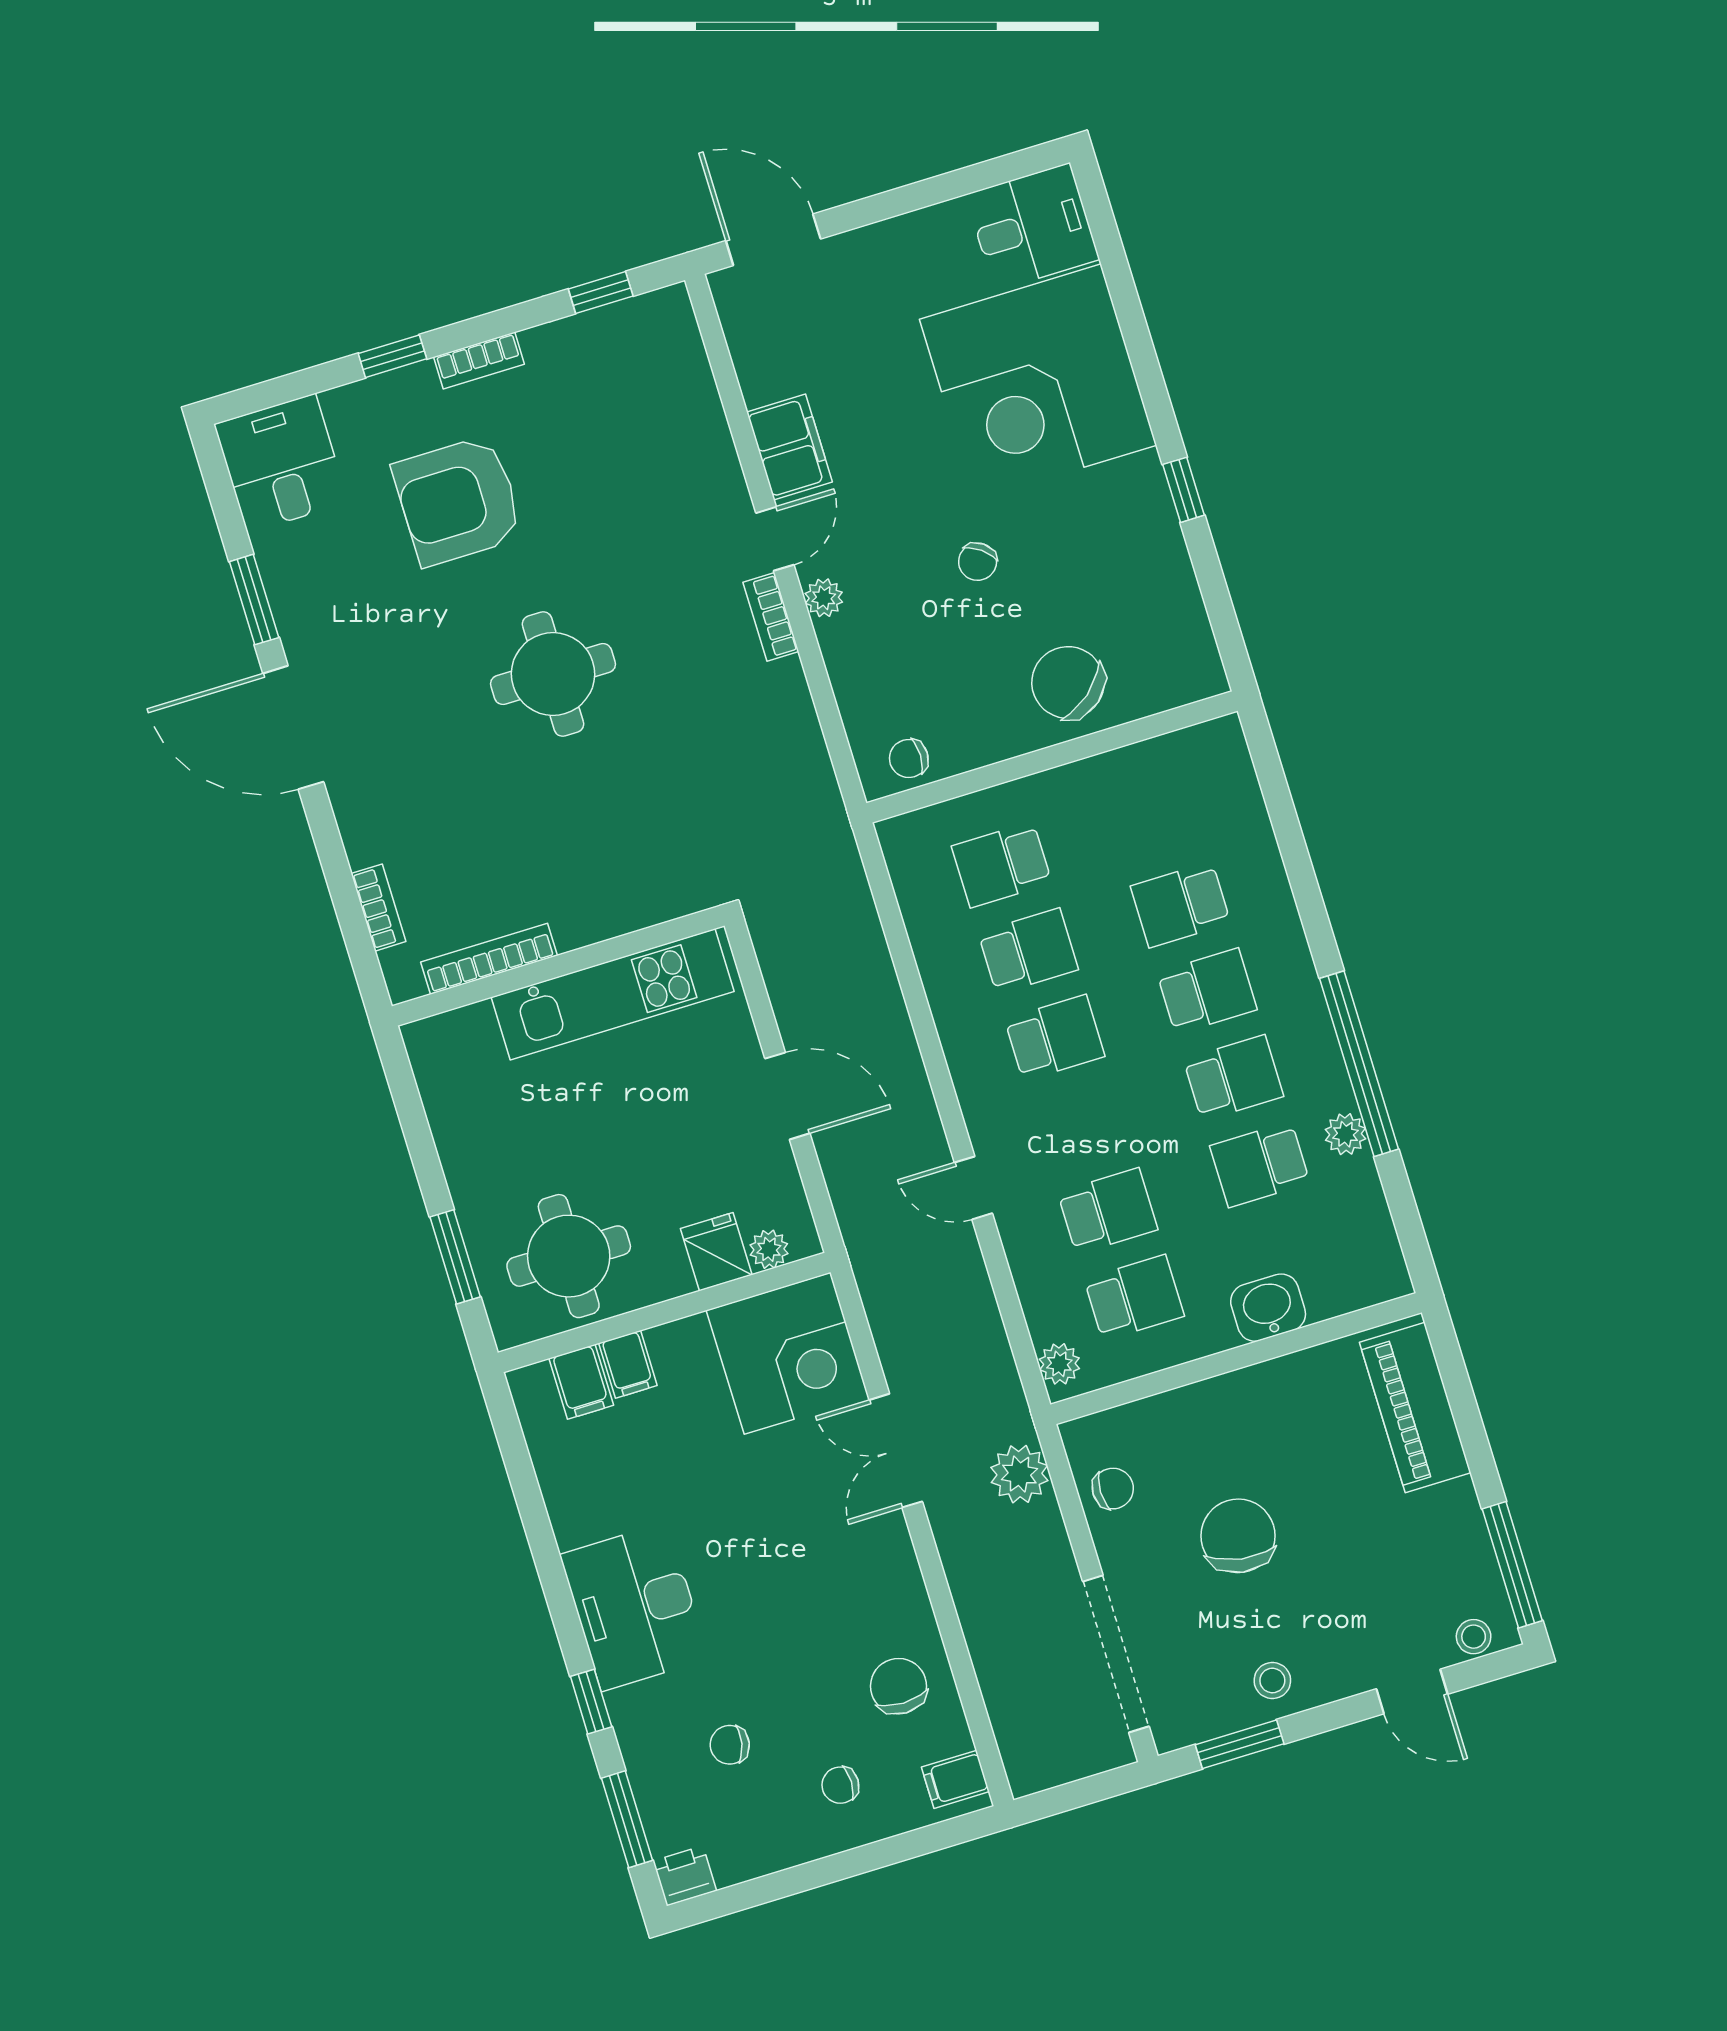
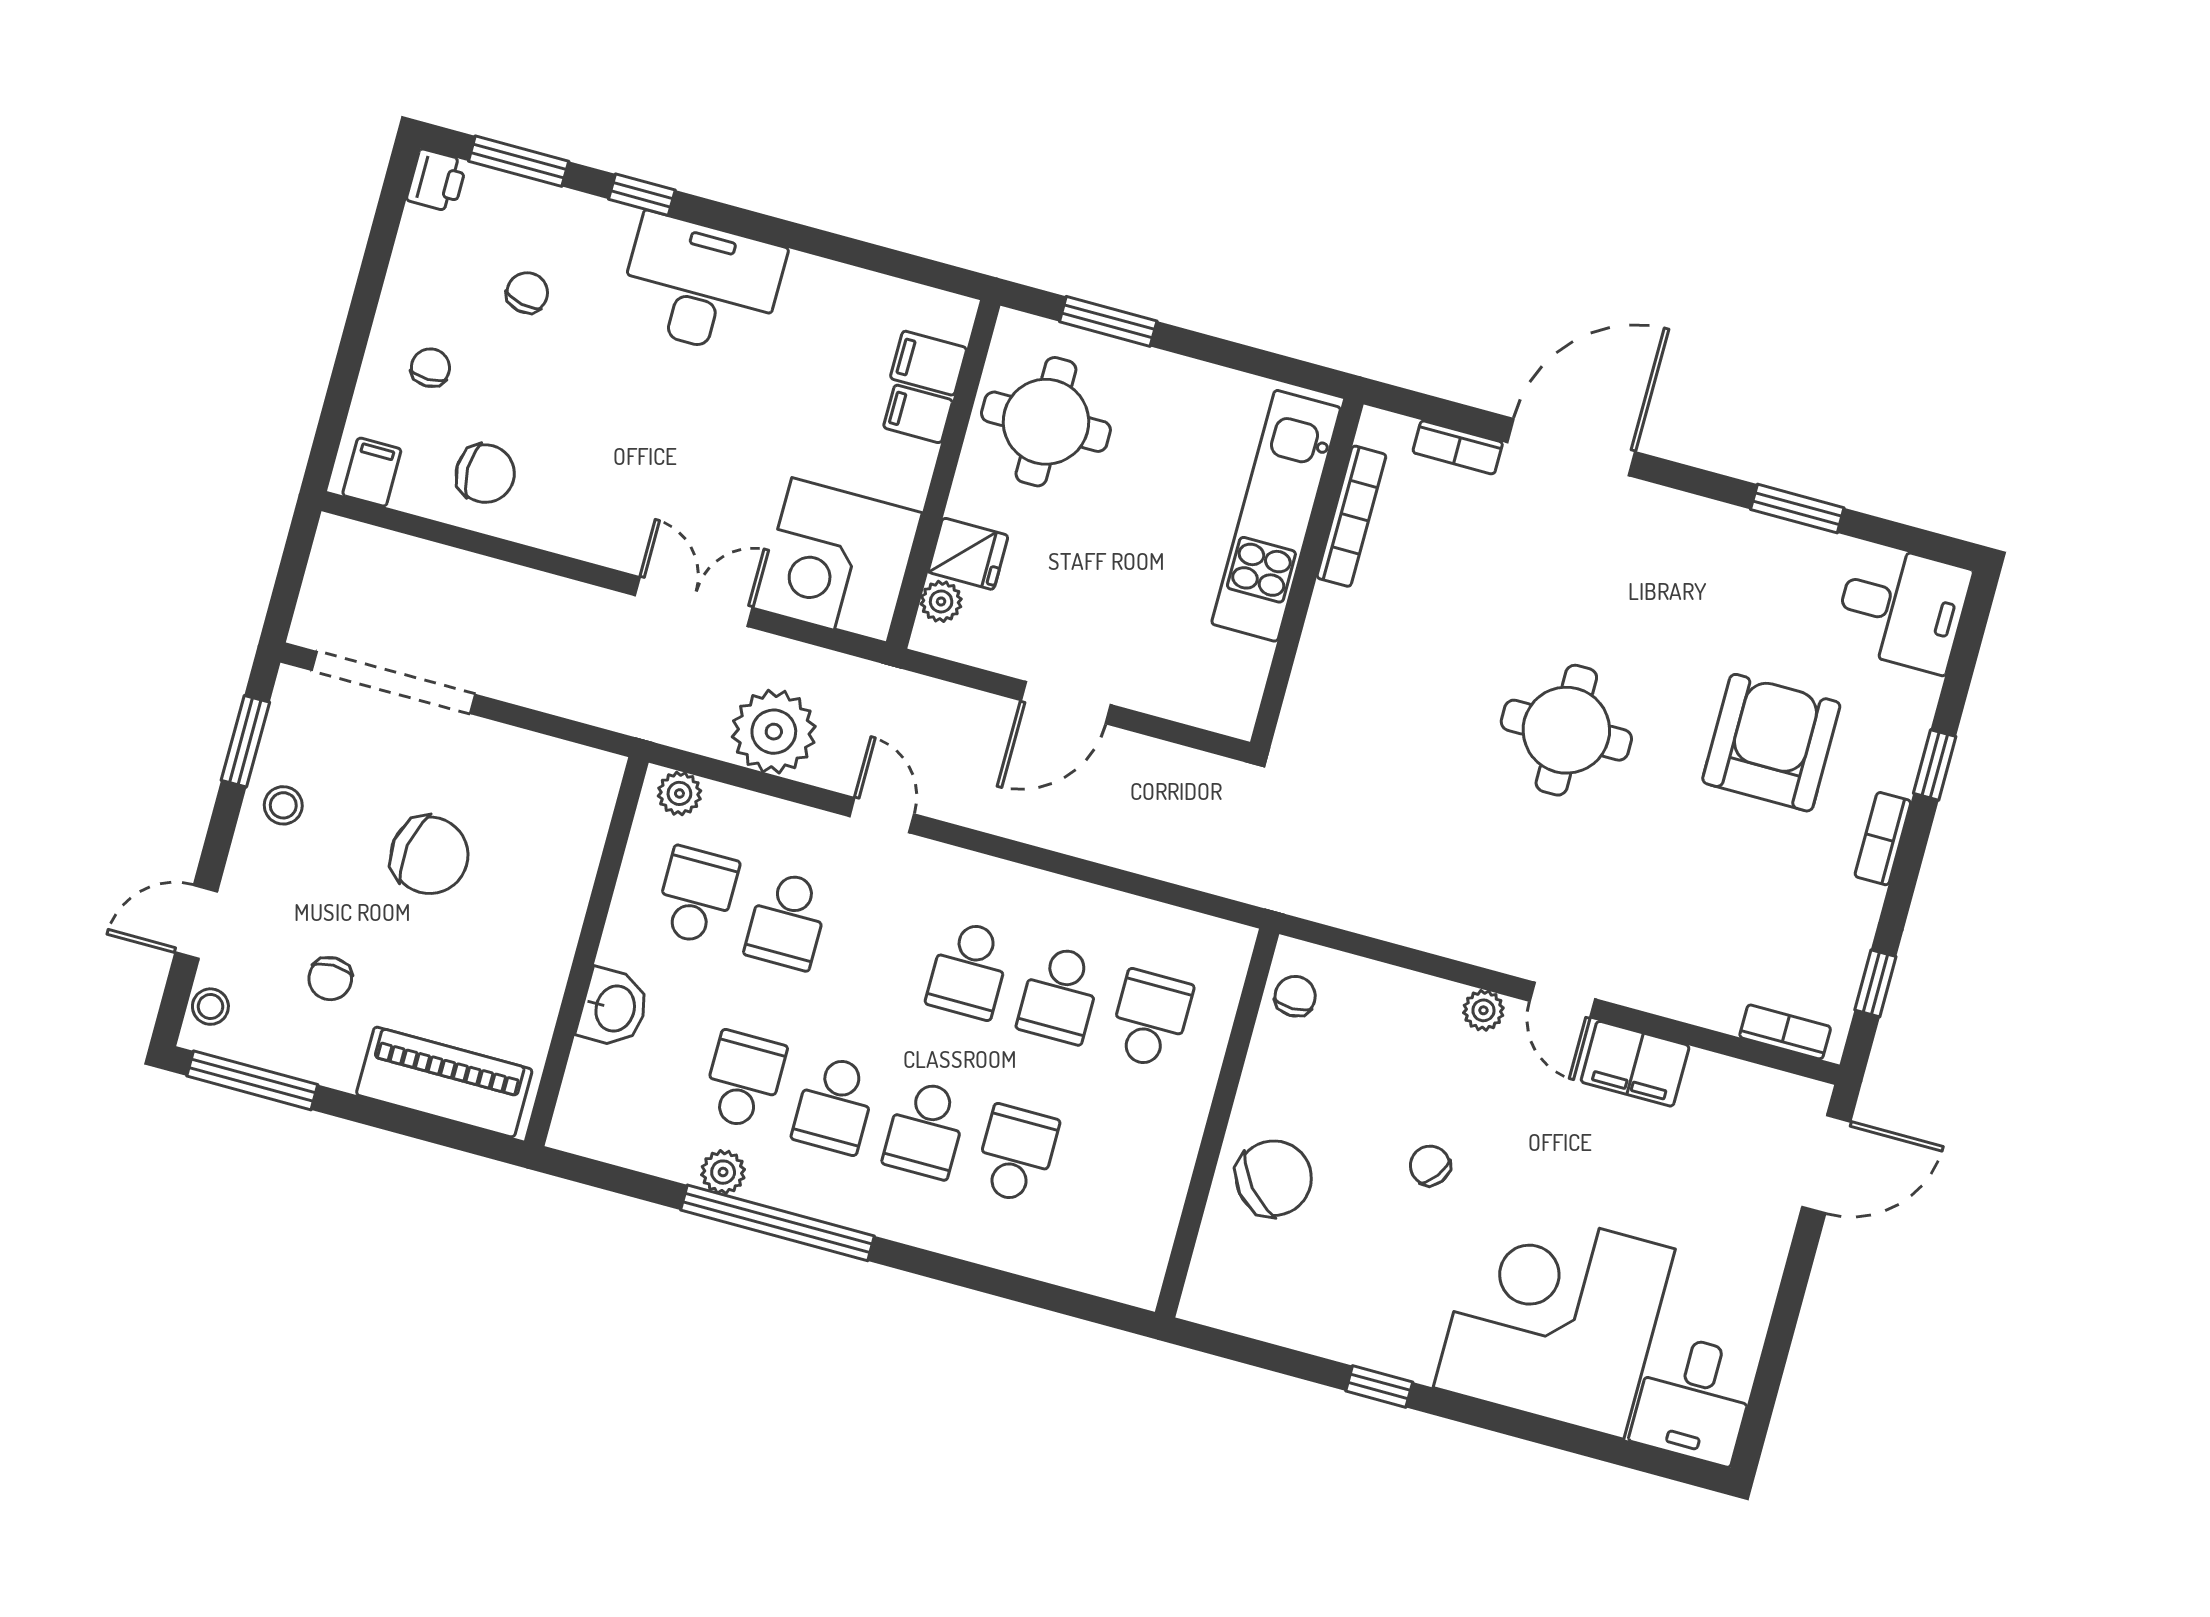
bookcase: (771, 617) -> (1785, 1032), moved
door: (293, 728) -> (1571, 447), moved
kitchen unit: (613, 994) -> (1276, 516), moved
door: (973, 1188) -> (882, 815), hinge flipped
school desk: (1134, 1298) -> (696, 896), turned 180
plant: (1019, 1474) -> (774, 732), moved, width x1.36, depth x1.36
chair: (1113, 1489) -> (330, 979), moved

